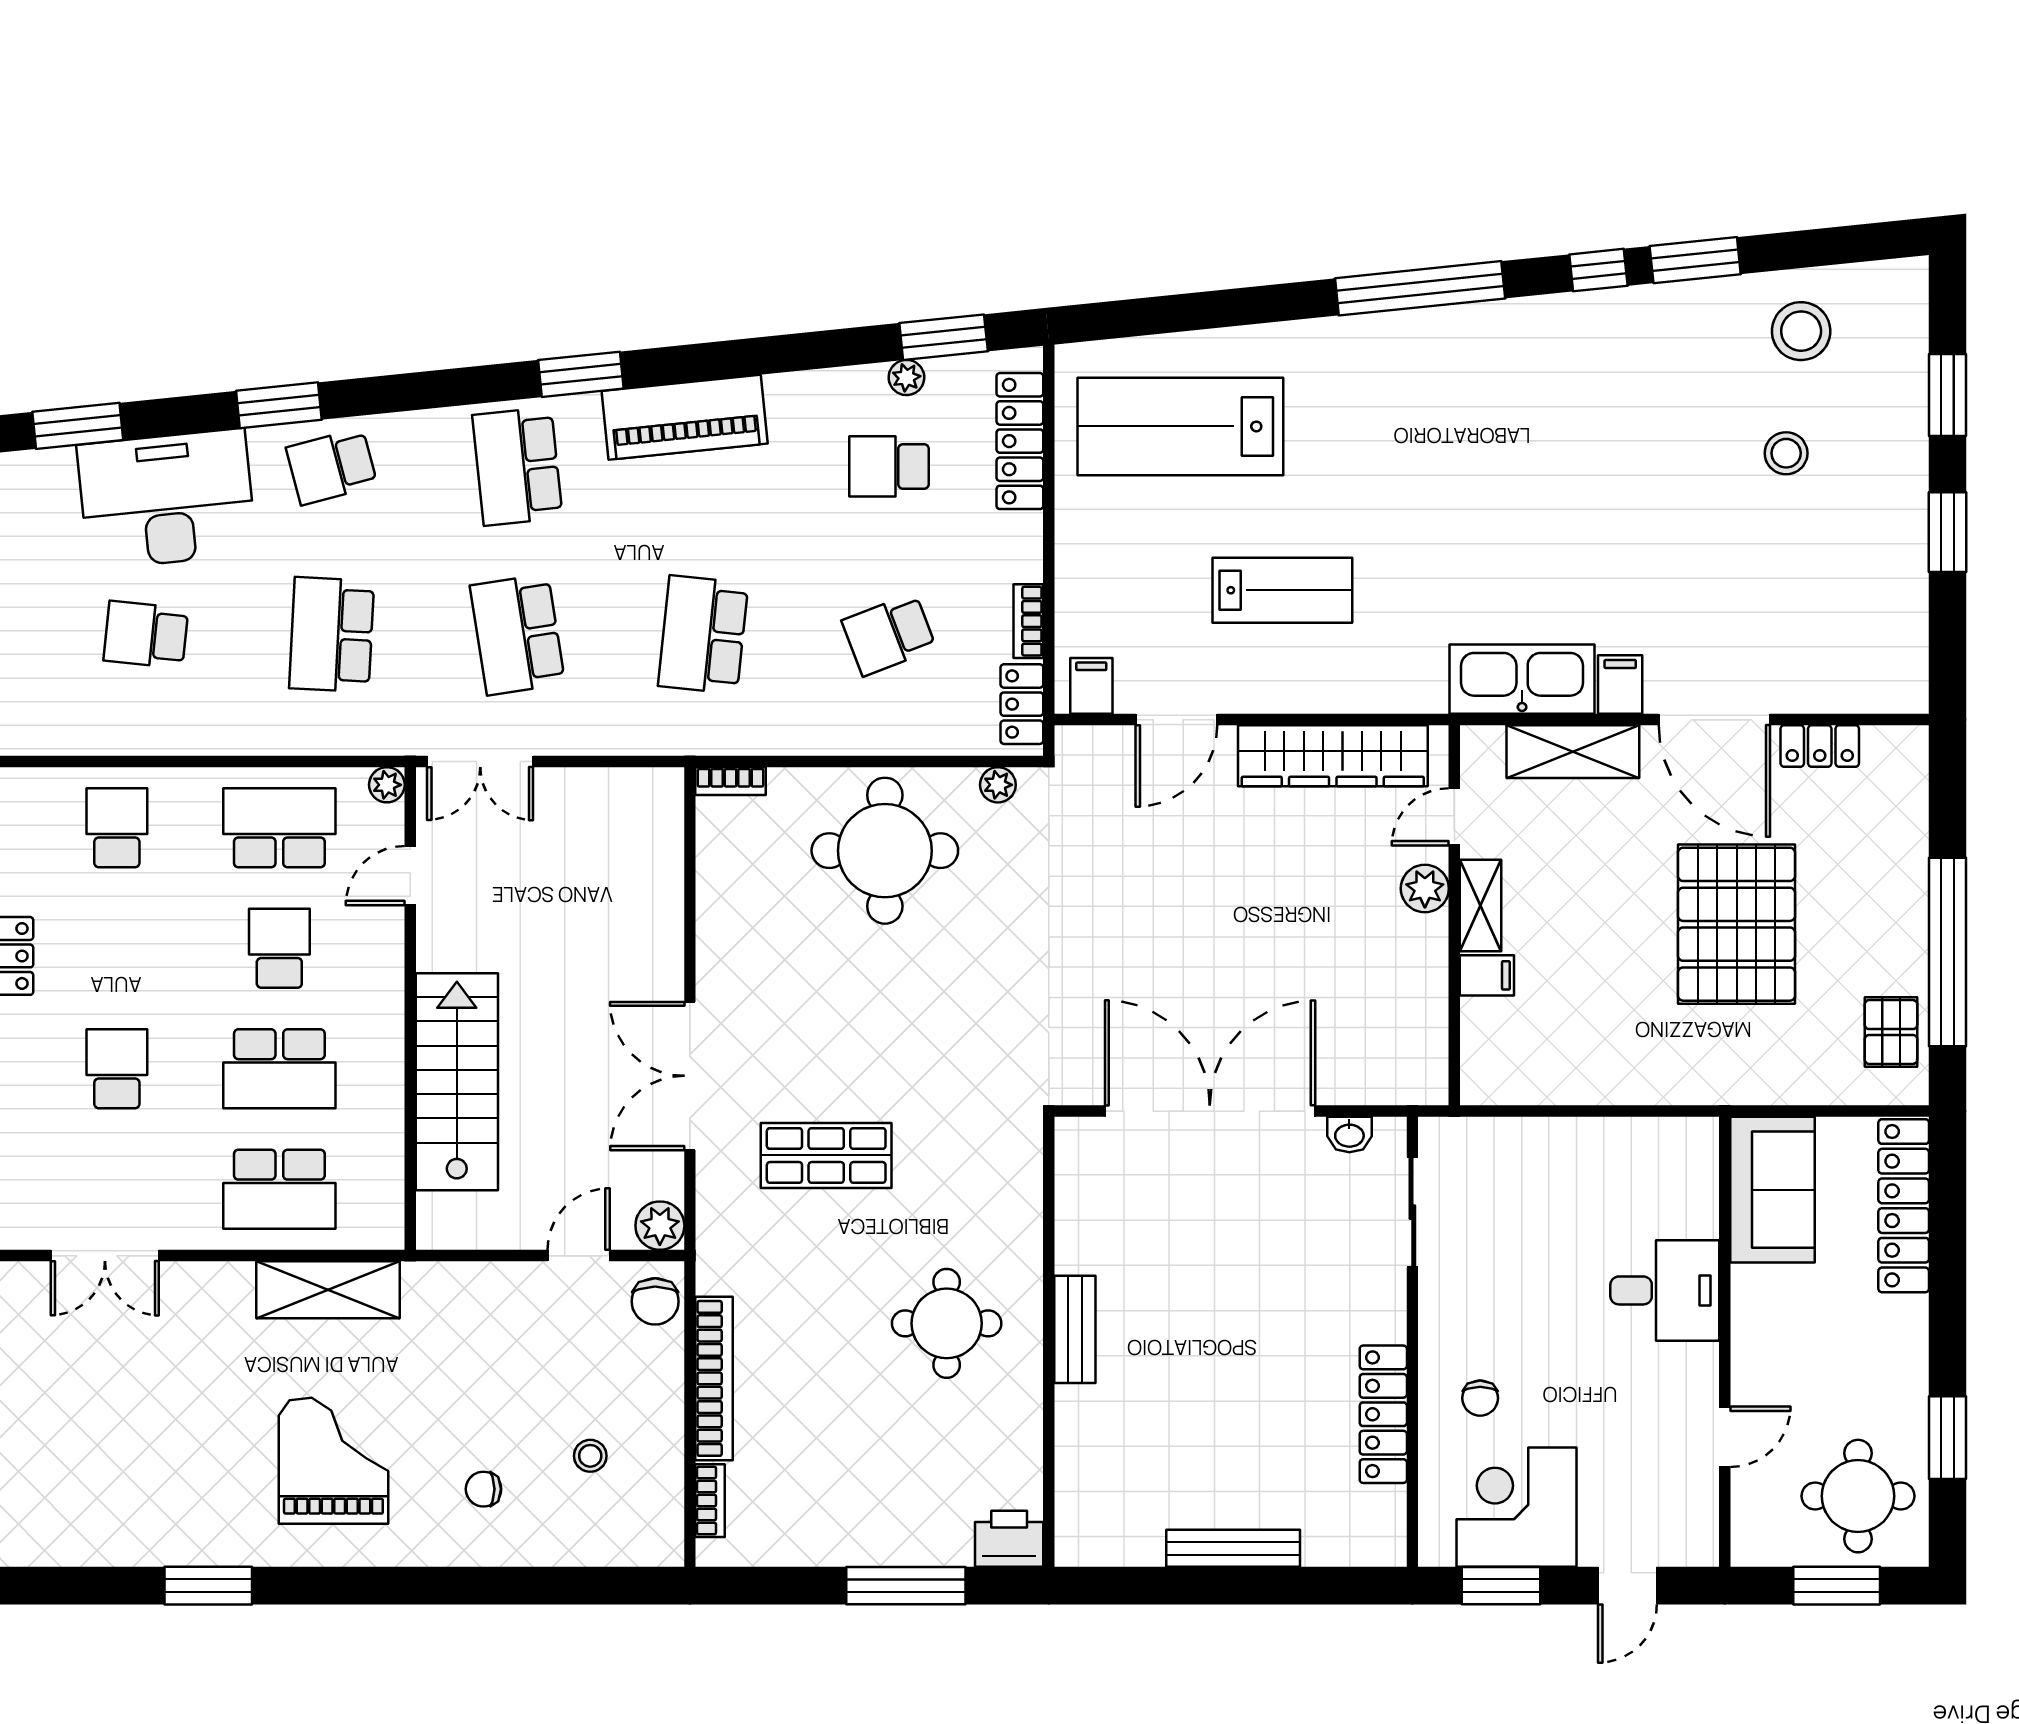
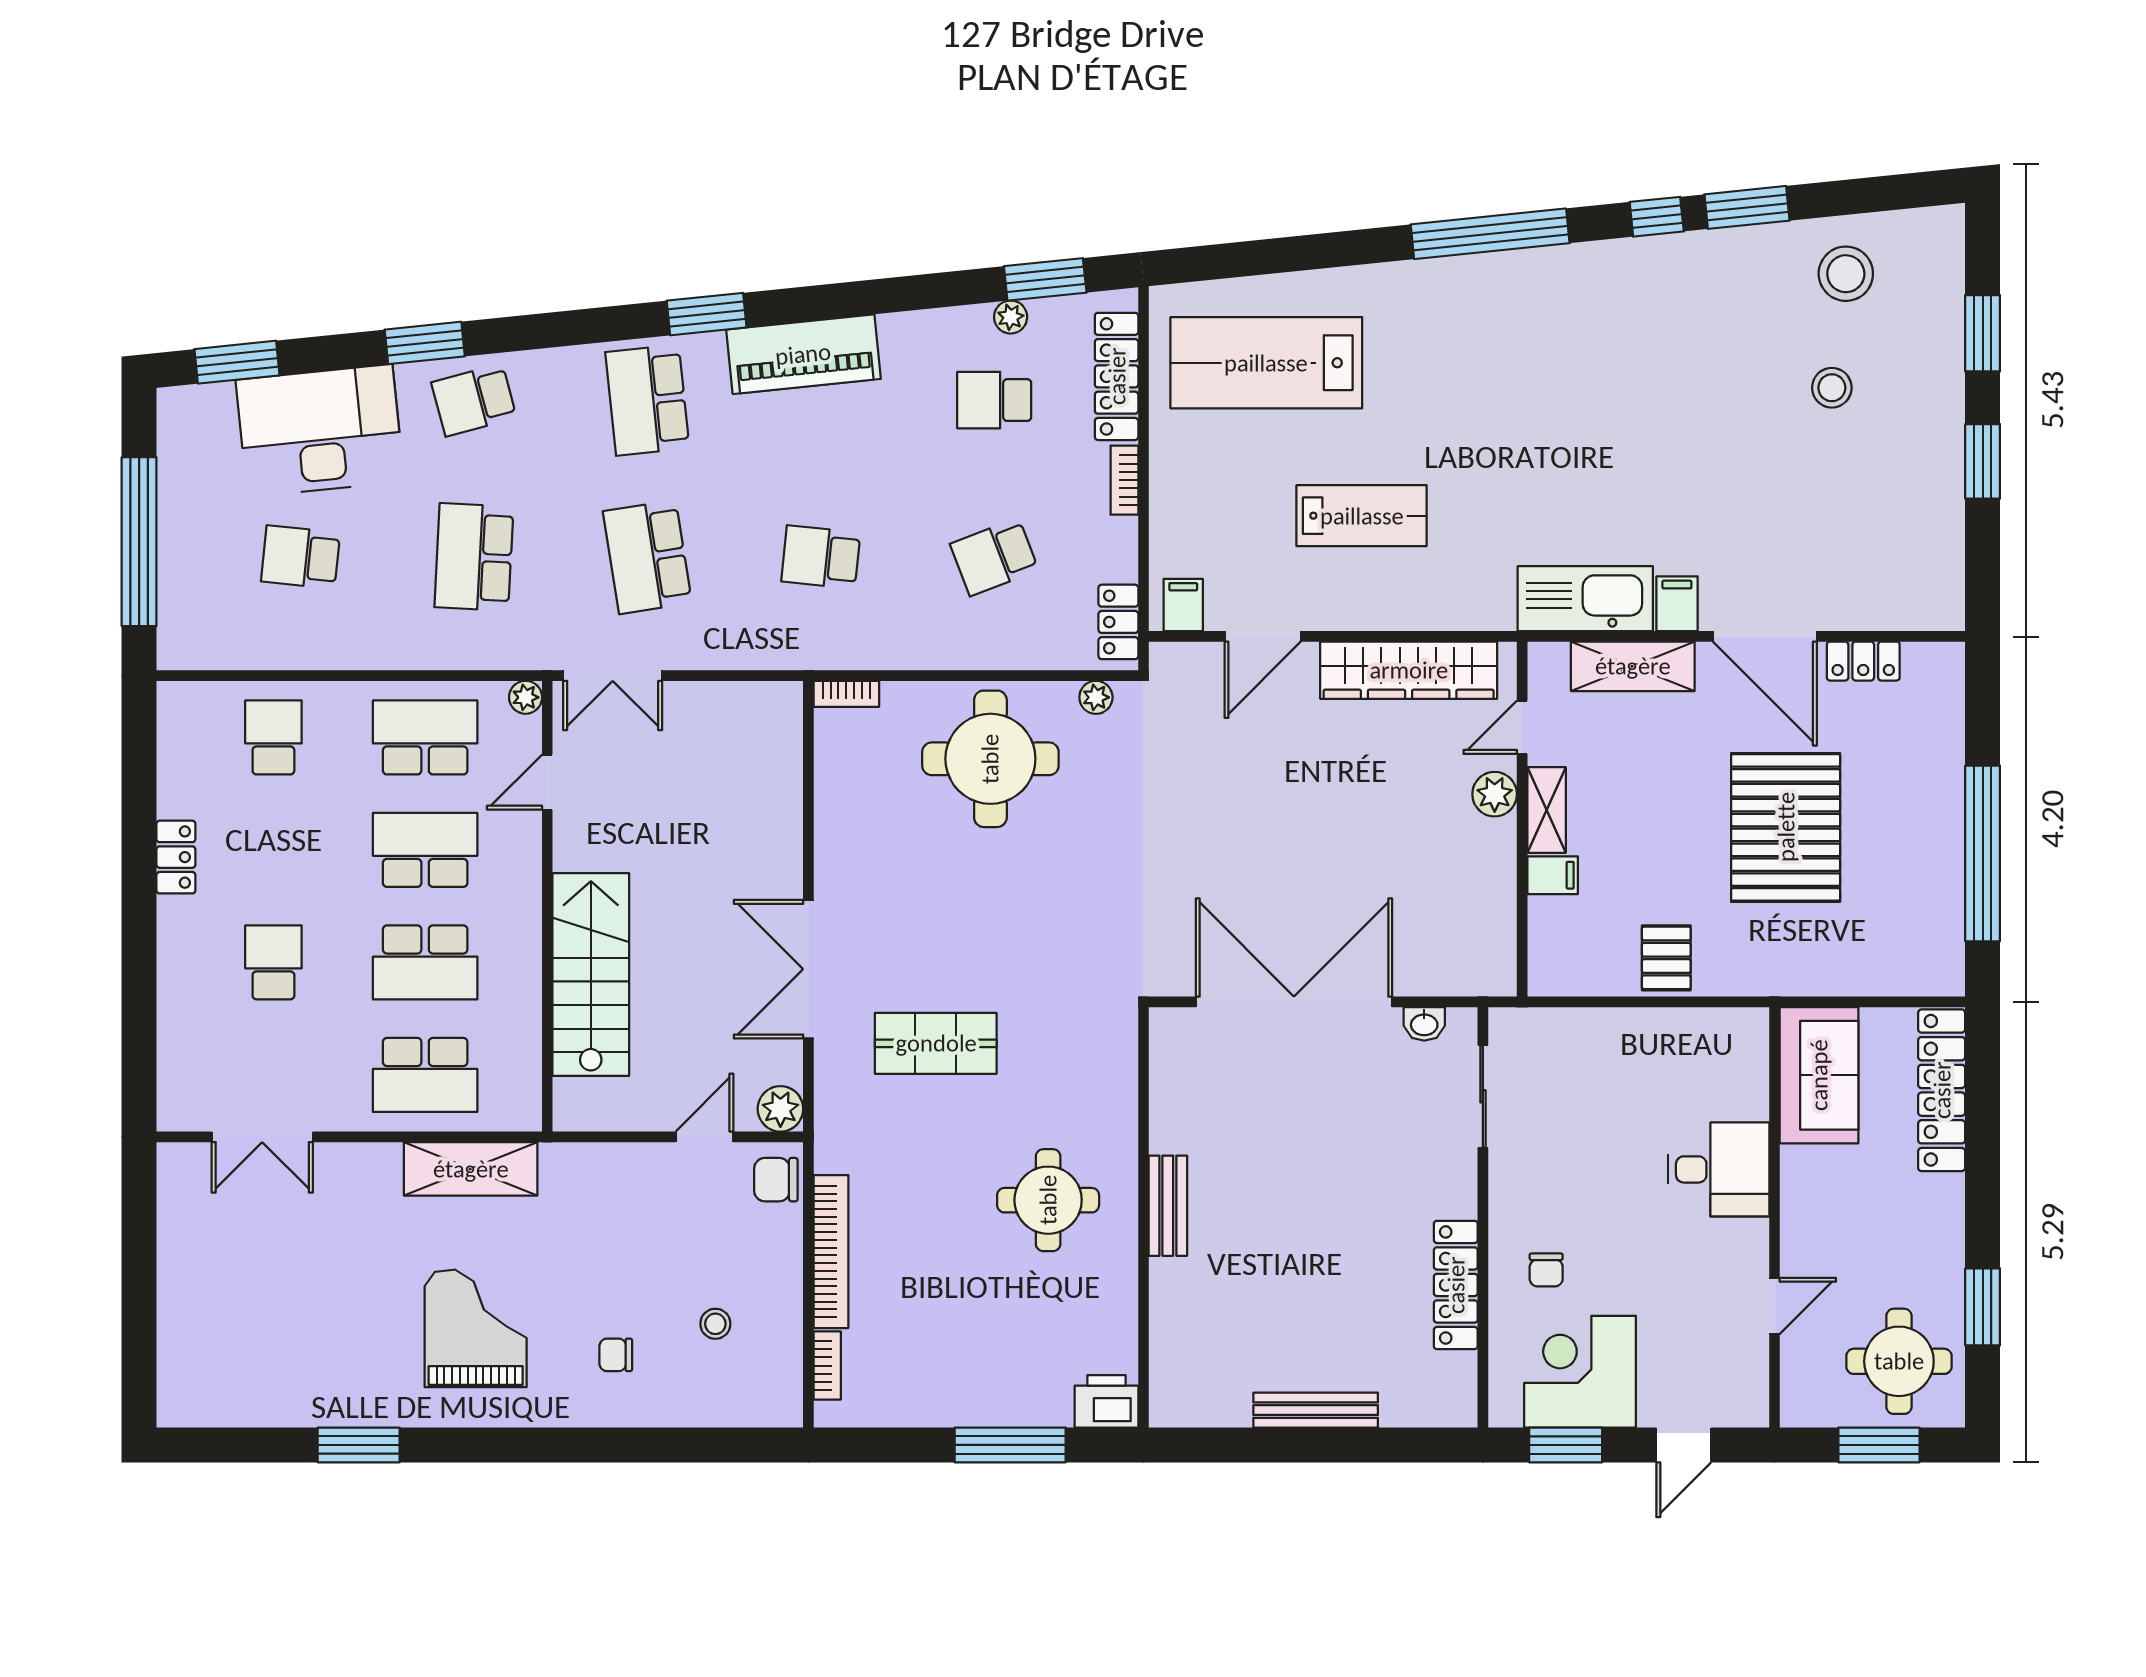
bookcase: (1028, 621) -> (1124, 480), moved
school desk: (703, 635) -> (821, 557), width x0.54
school desk: (279, 948) -> (425, 850), width x1.85
pallet: (1891, 1032) -> (1666, 958), moved
chair: (655, 1301) -> (776, 1180), turned 90

